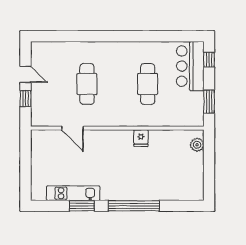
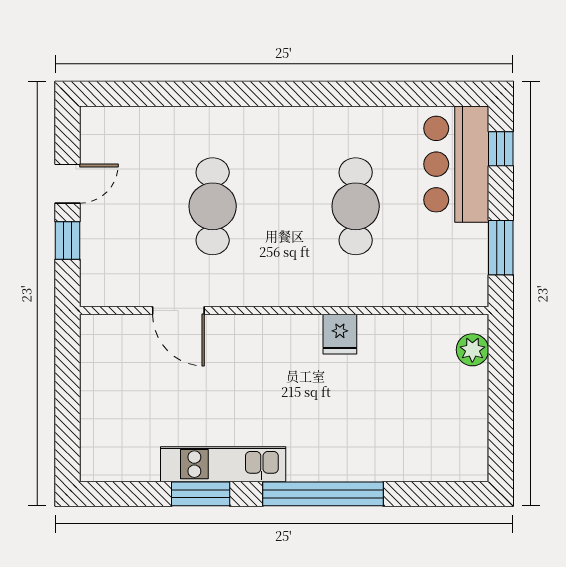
door: (26, 74) -> (67, 184), hinge flipped
kitchen unit: (73, 193) -> (223, 464), moved

